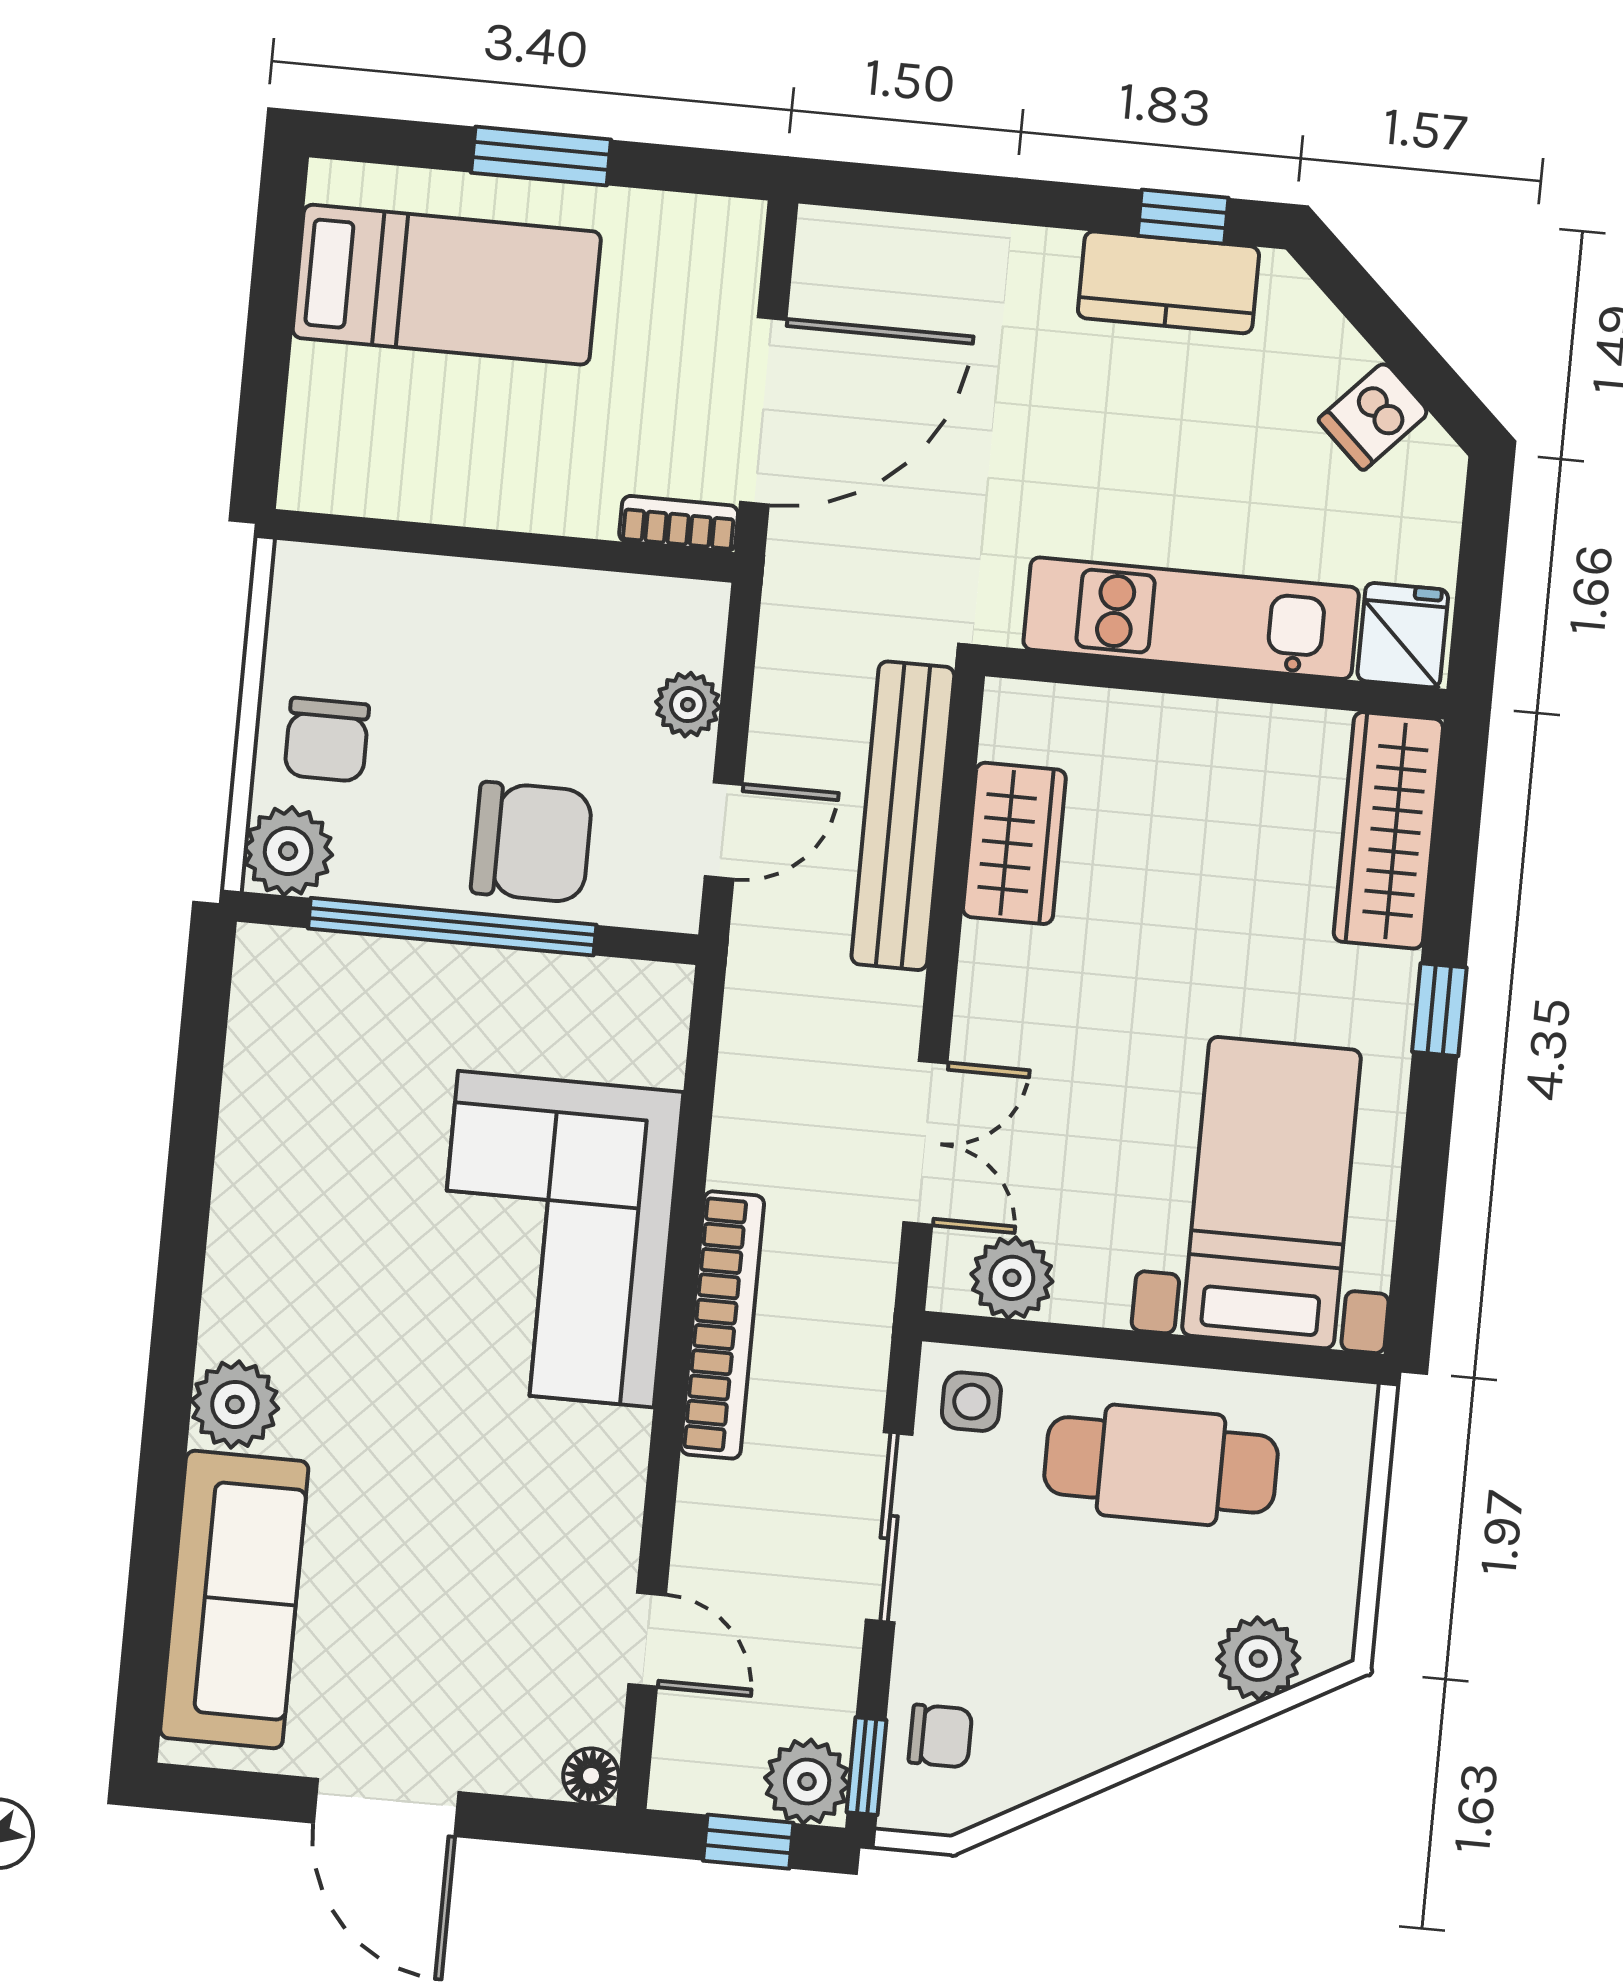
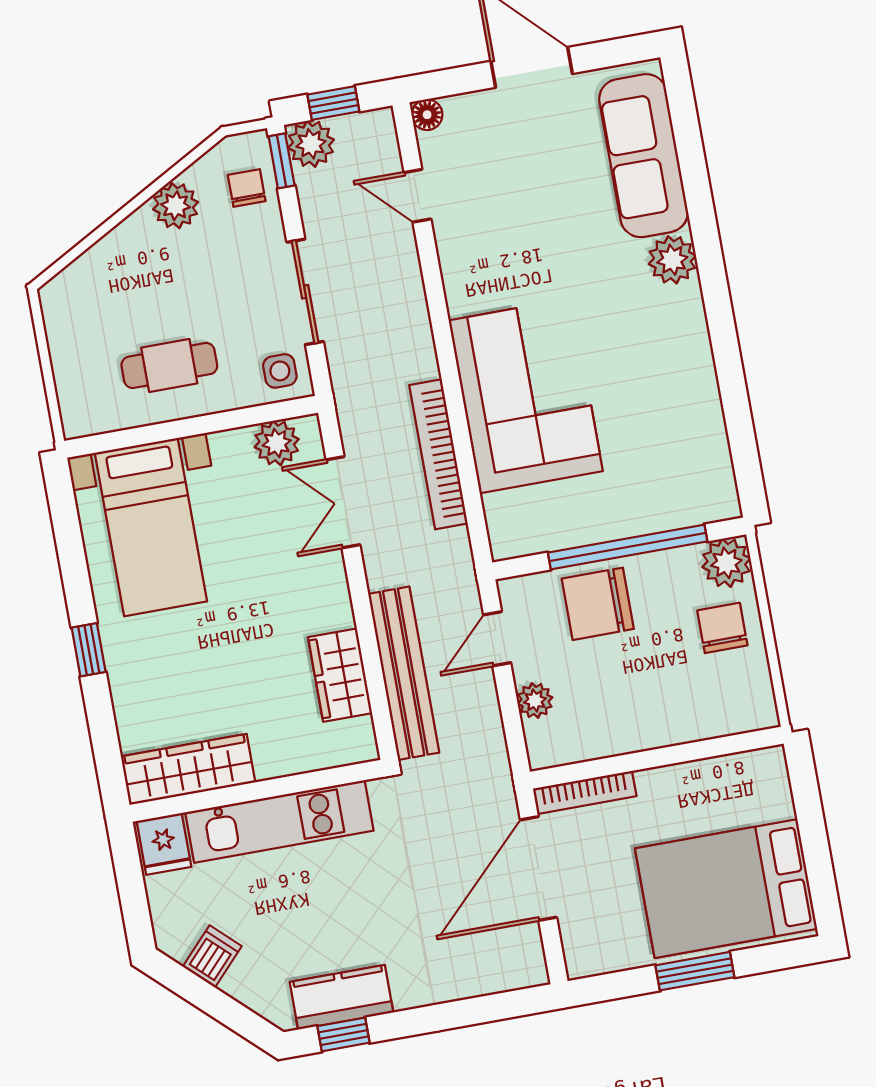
bed: (447, 285) -> (726, 889), width x1.50
bookcase: (679, 524) -> (585, 792), width x1.56
wardrobe: (1388, 830) -> (188, 769), moved, turned -90
bookcase: (722, 1325) -> (438, 454), moved
cafe table: (1161, 1465) -> (169, 365), width x0.73, depth x0.74
plant: (1258, 1659) -> (176, 206), moved
chair: (940, 1736) -> (247, 188), turned 90

